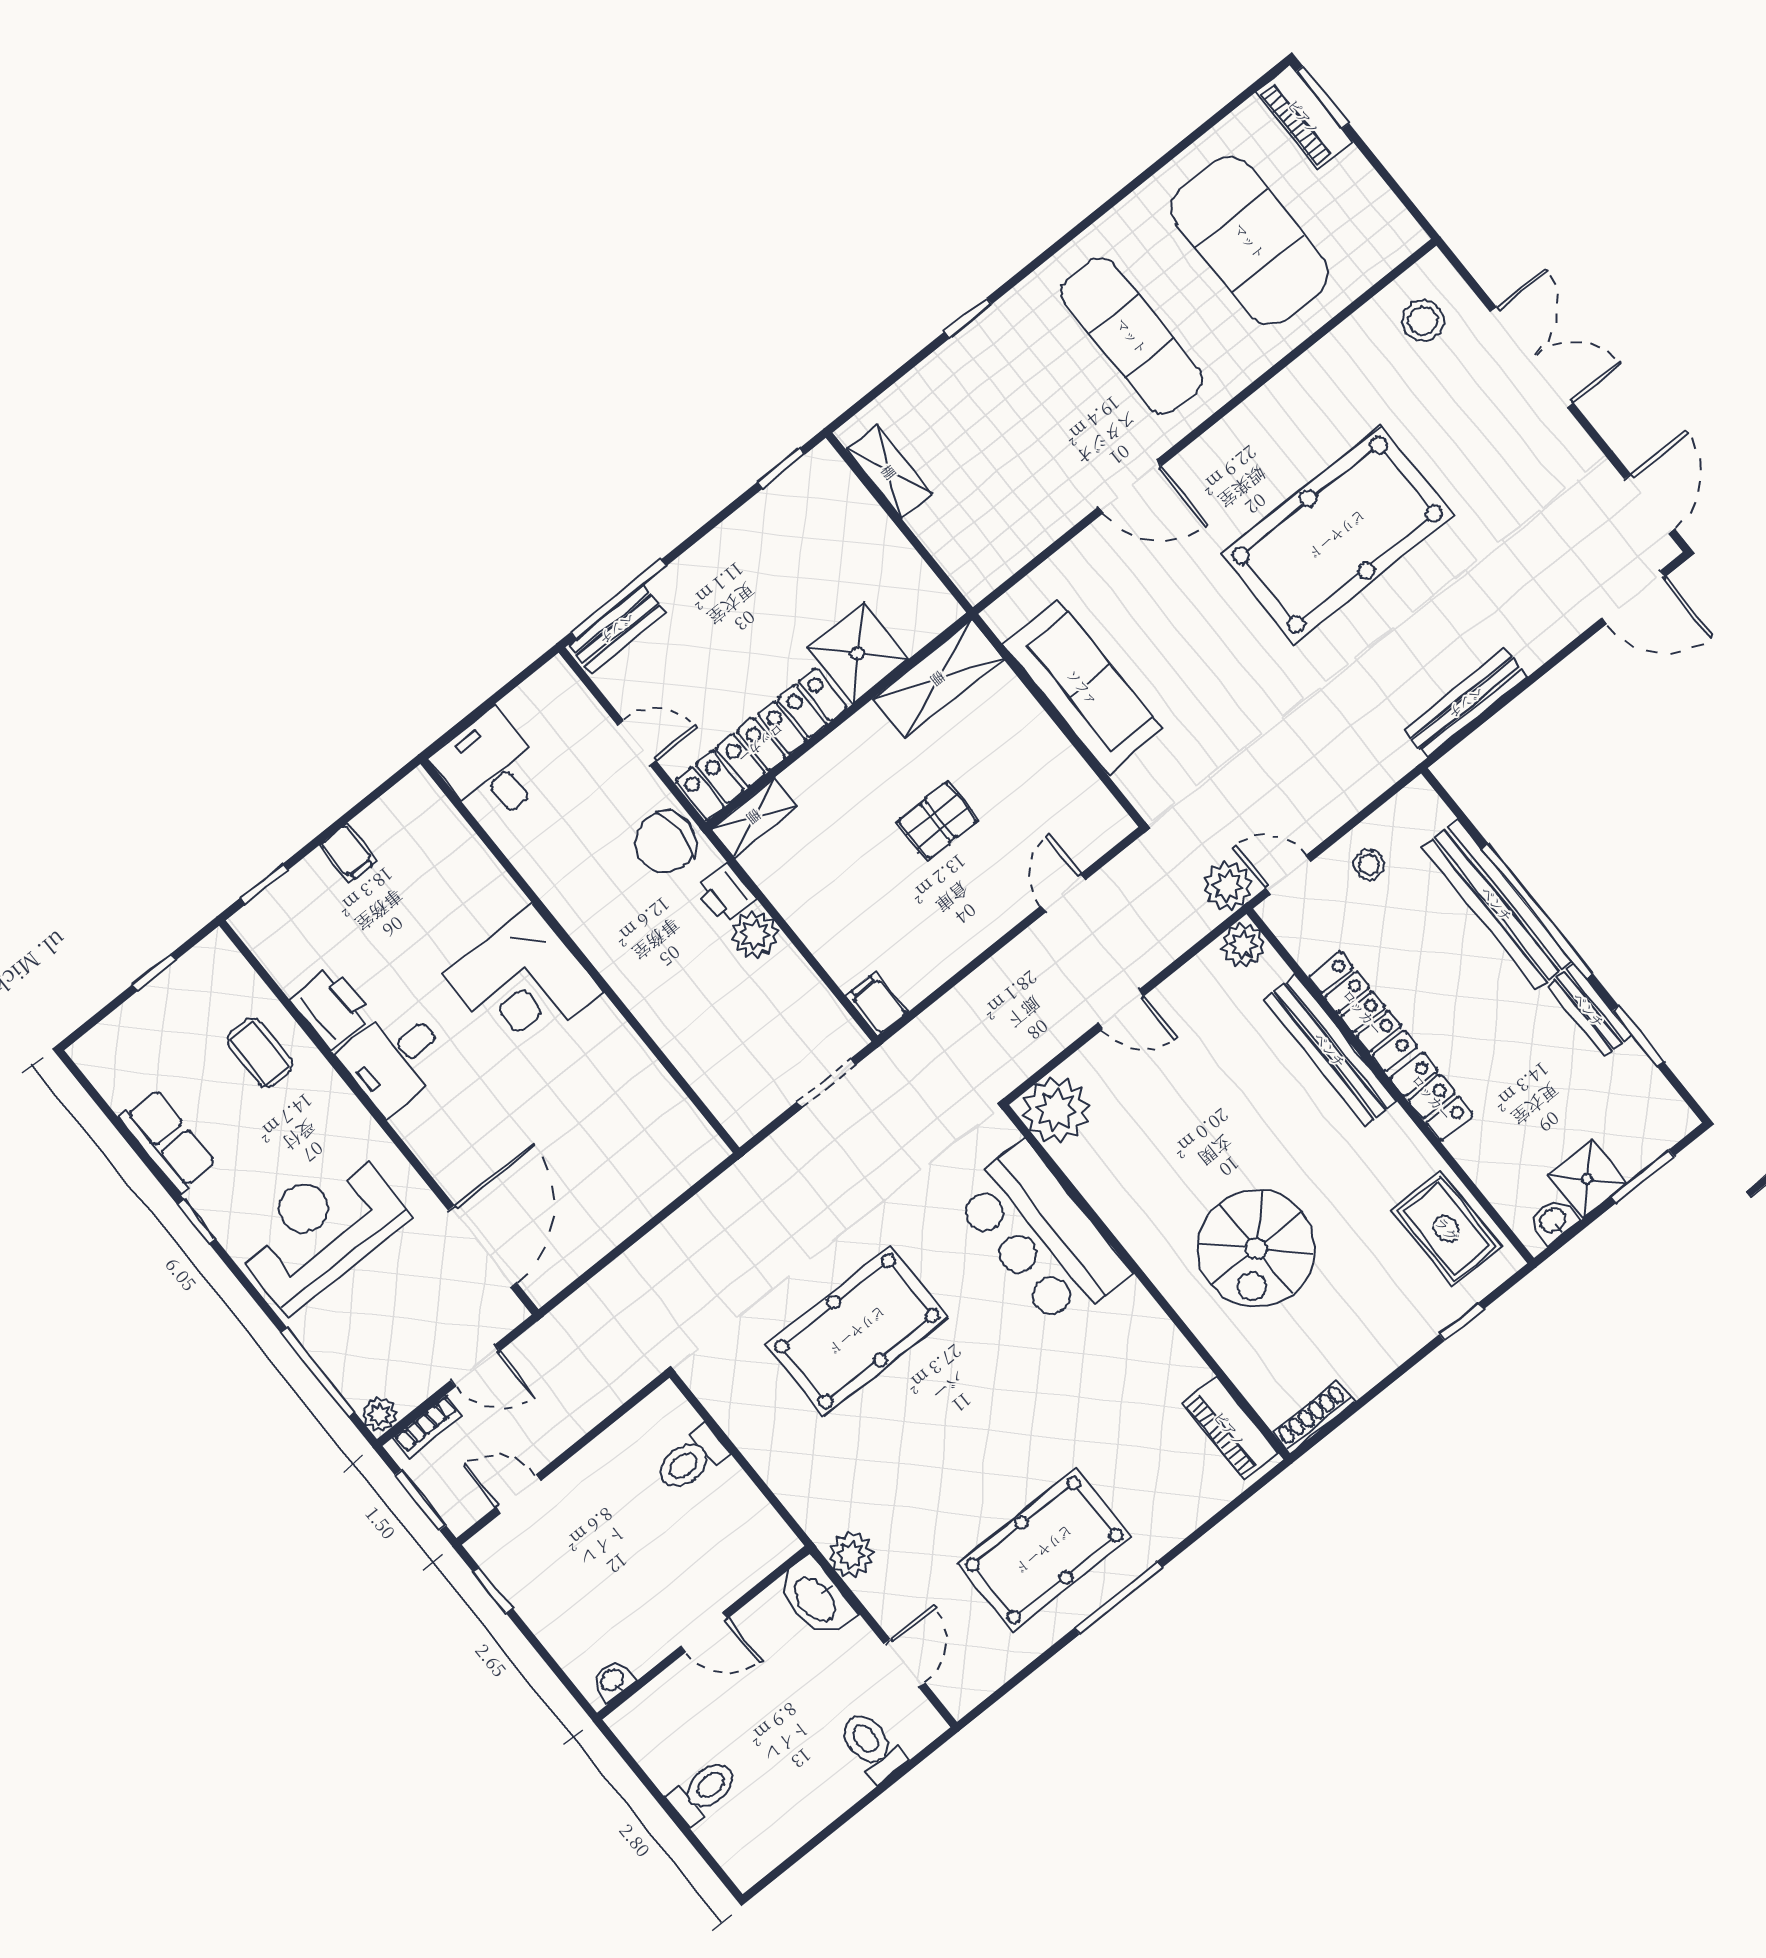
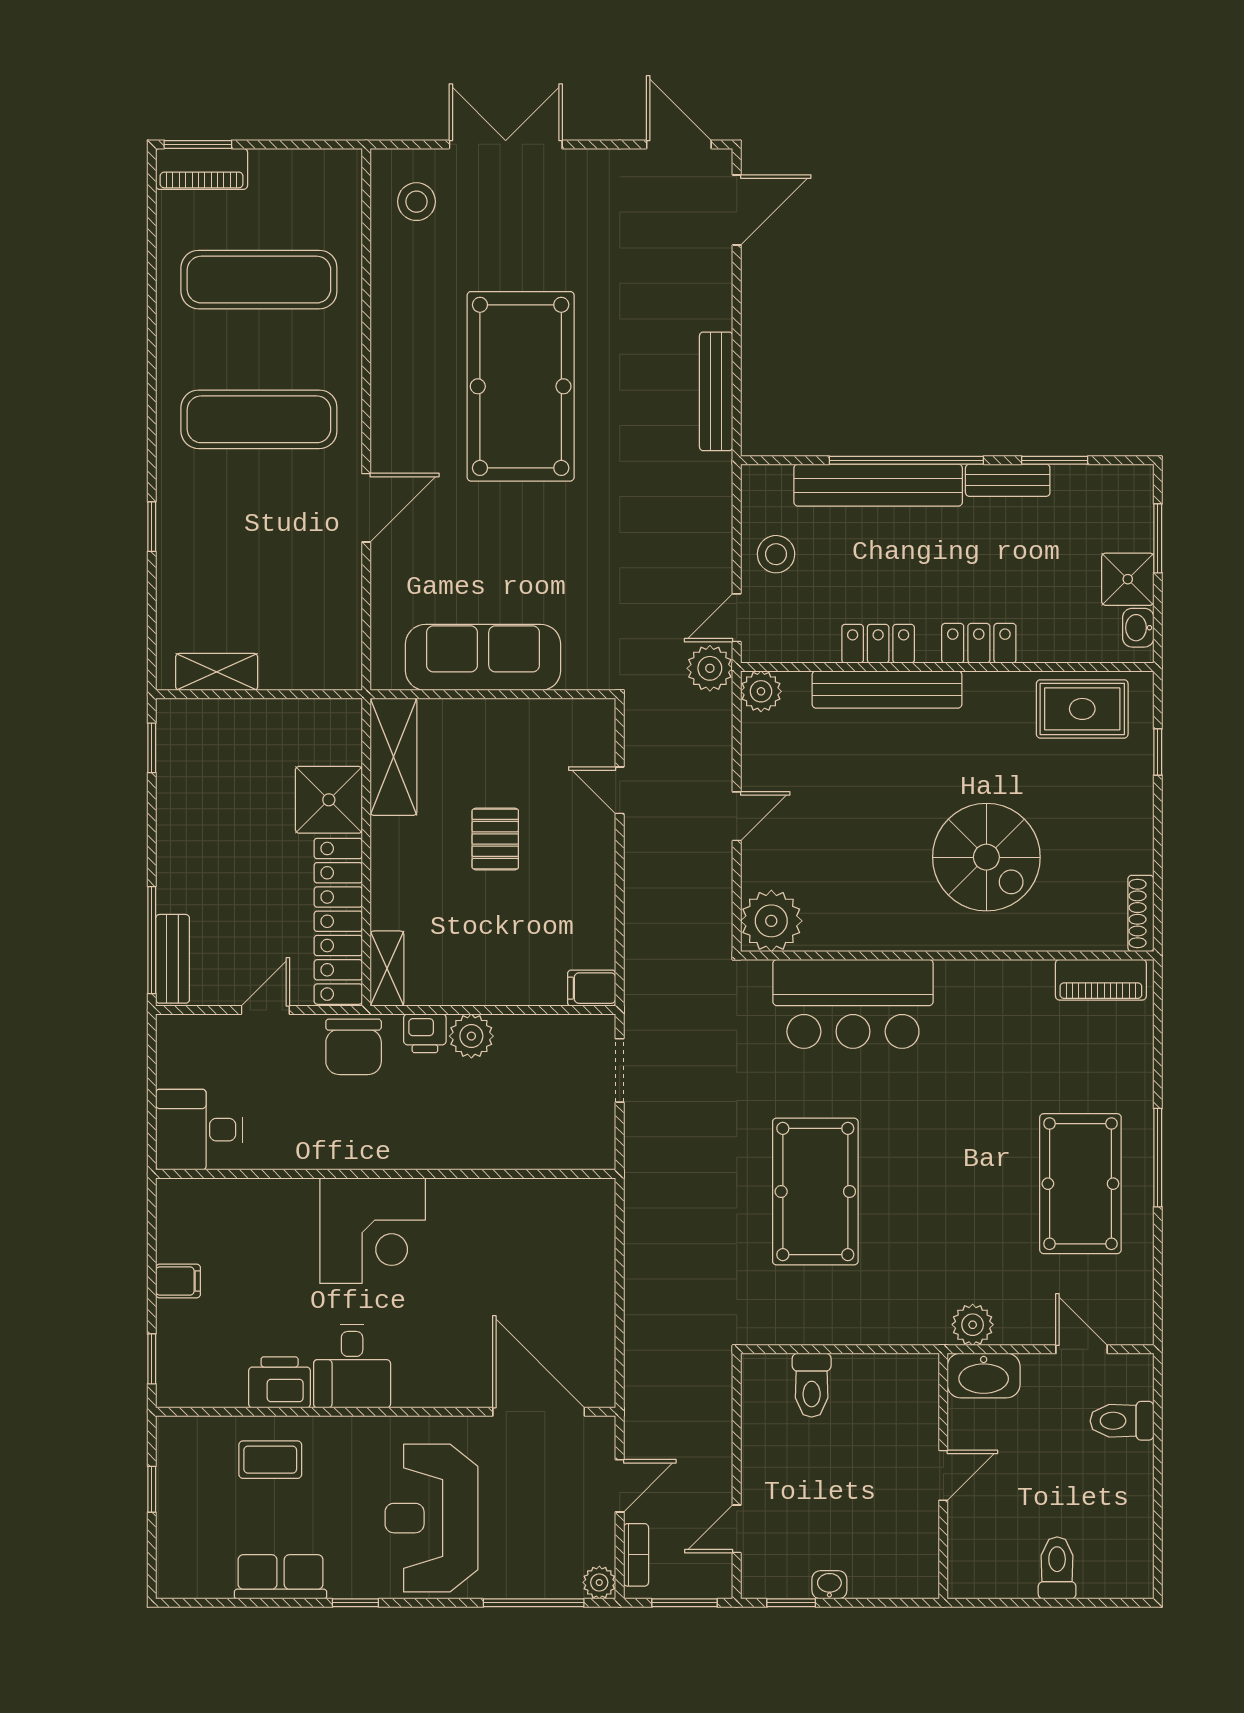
exercise mat: (1250, 241) -> (259, 280), width x0.68
stool: (1369, 865) -> (776, 554), width x1.37, depth x1.37
locker: (1363, 1012) -> (878, 644), width x0.66
washbasin: (613, 1681) -> (829, 1585), moved, turned 90

